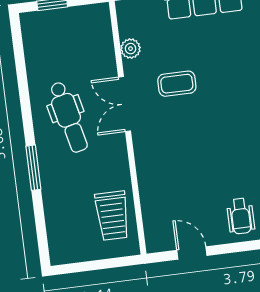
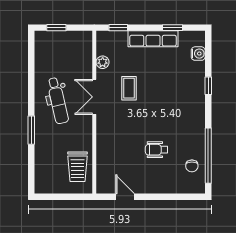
coffee table: (177, 84) -> (129, 88), turned 90
wheelchair: (241, 216) -> (157, 150), moved, turned 90

